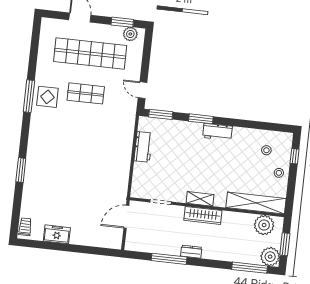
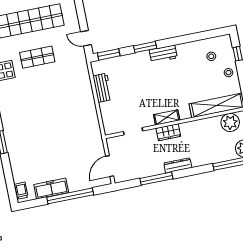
wardrobe: (203, 215) -> (168, 132), width x0.67
door: (126, 217) -> (110, 166), moved
freezer: (57, 234) -> (51, 189), width x1.40
window: (74, 248) -> (70, 196), added
dresser: (191, 252) -> (178, 165), width x1.44

